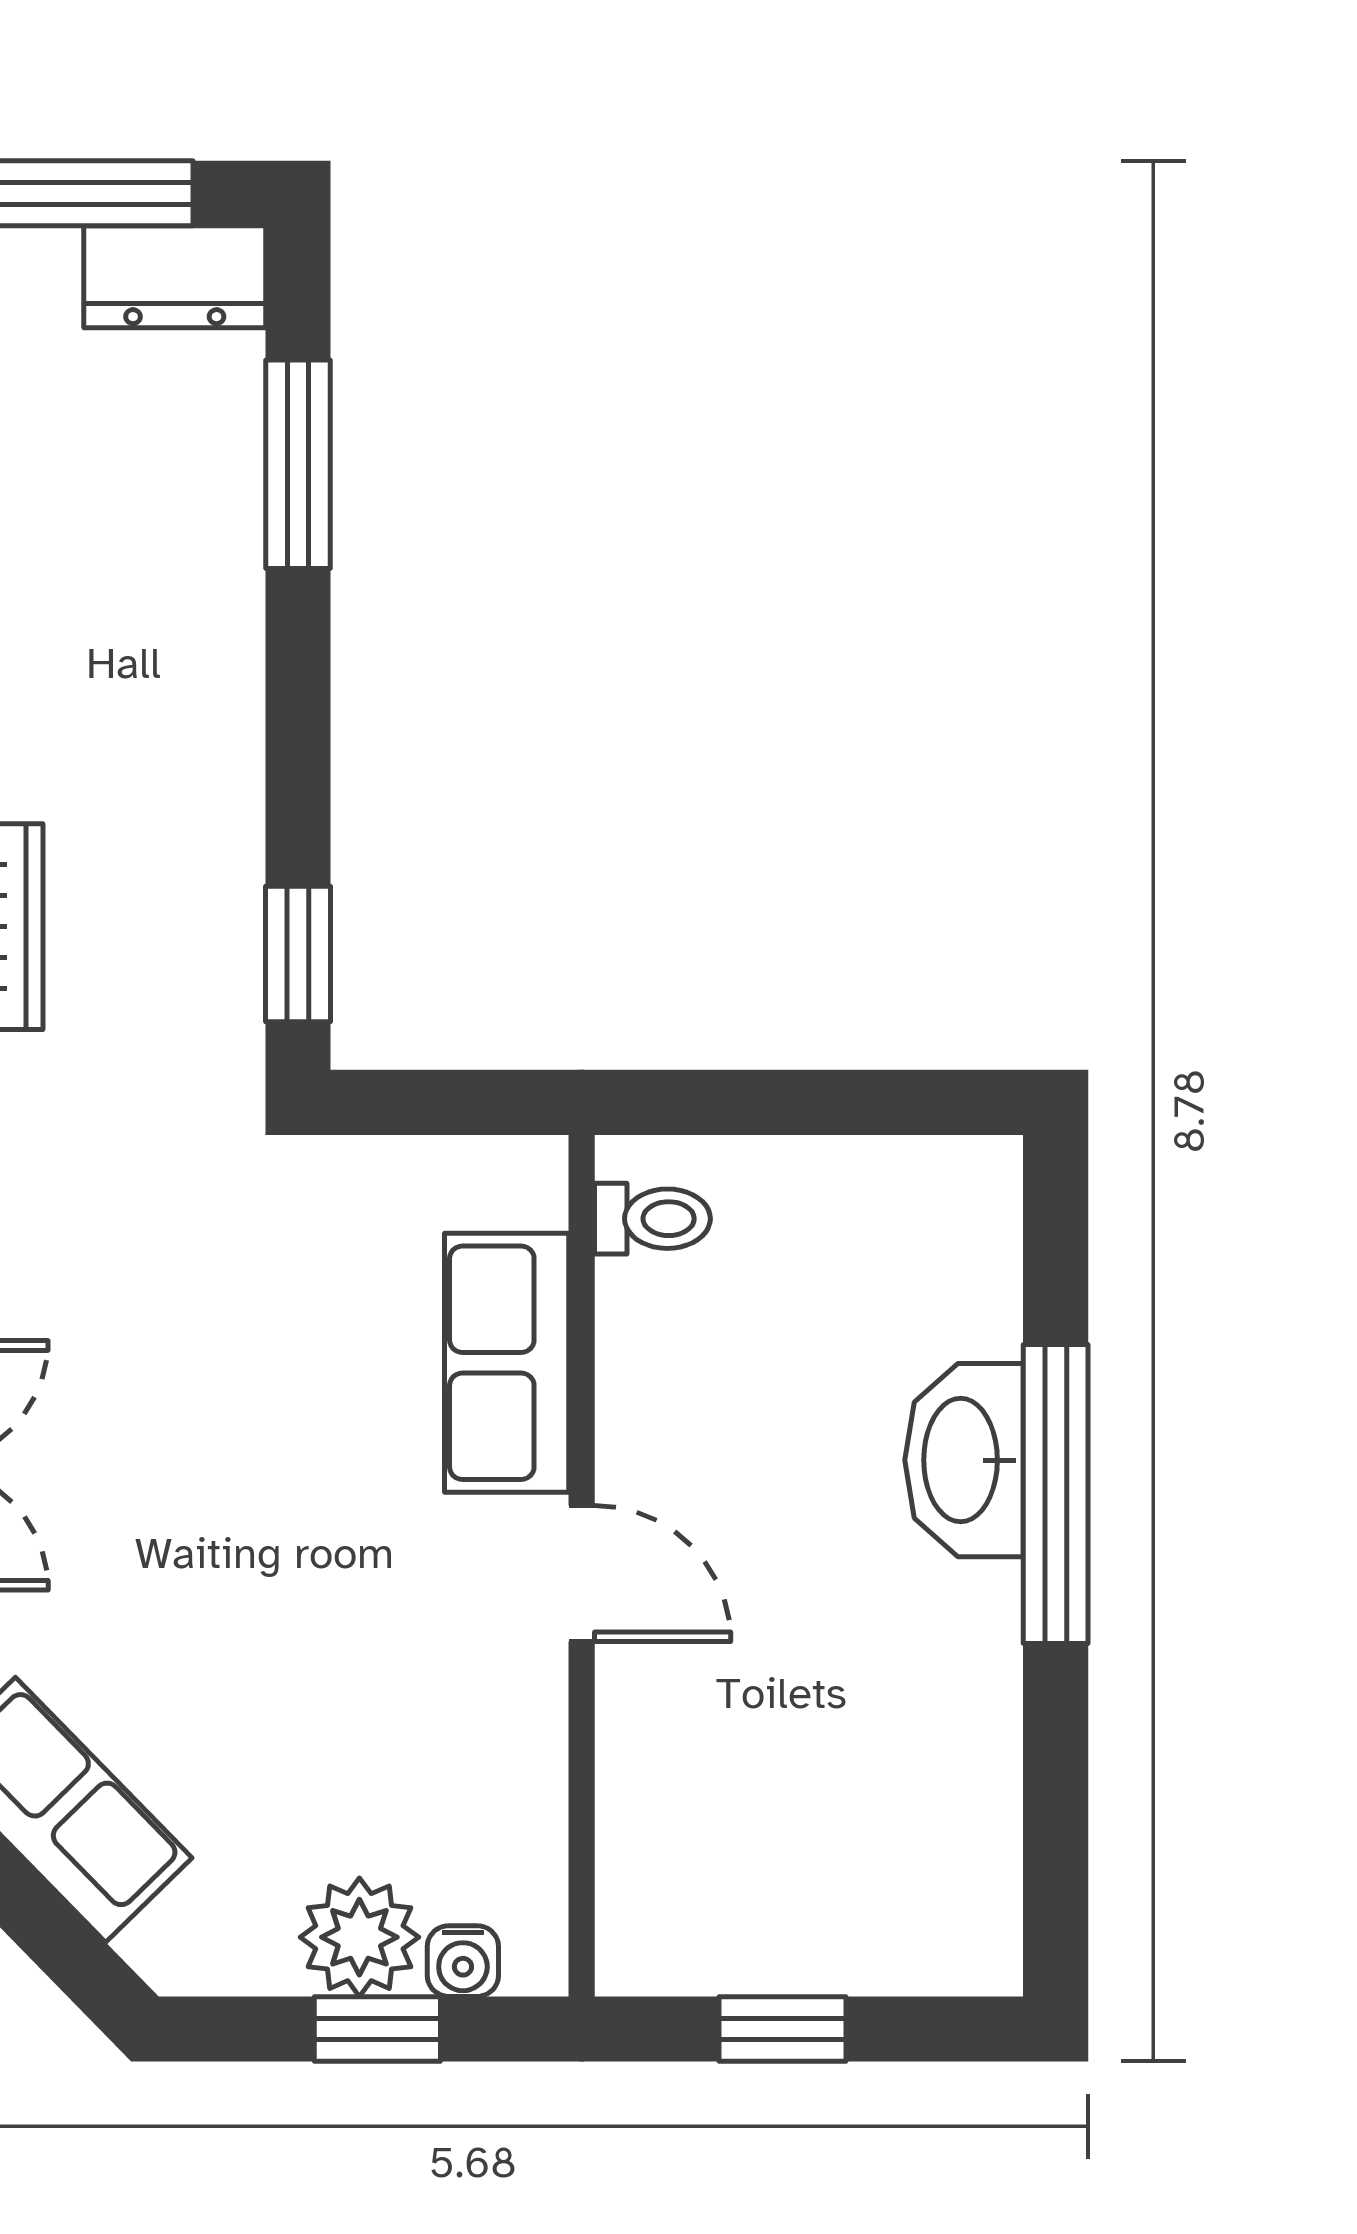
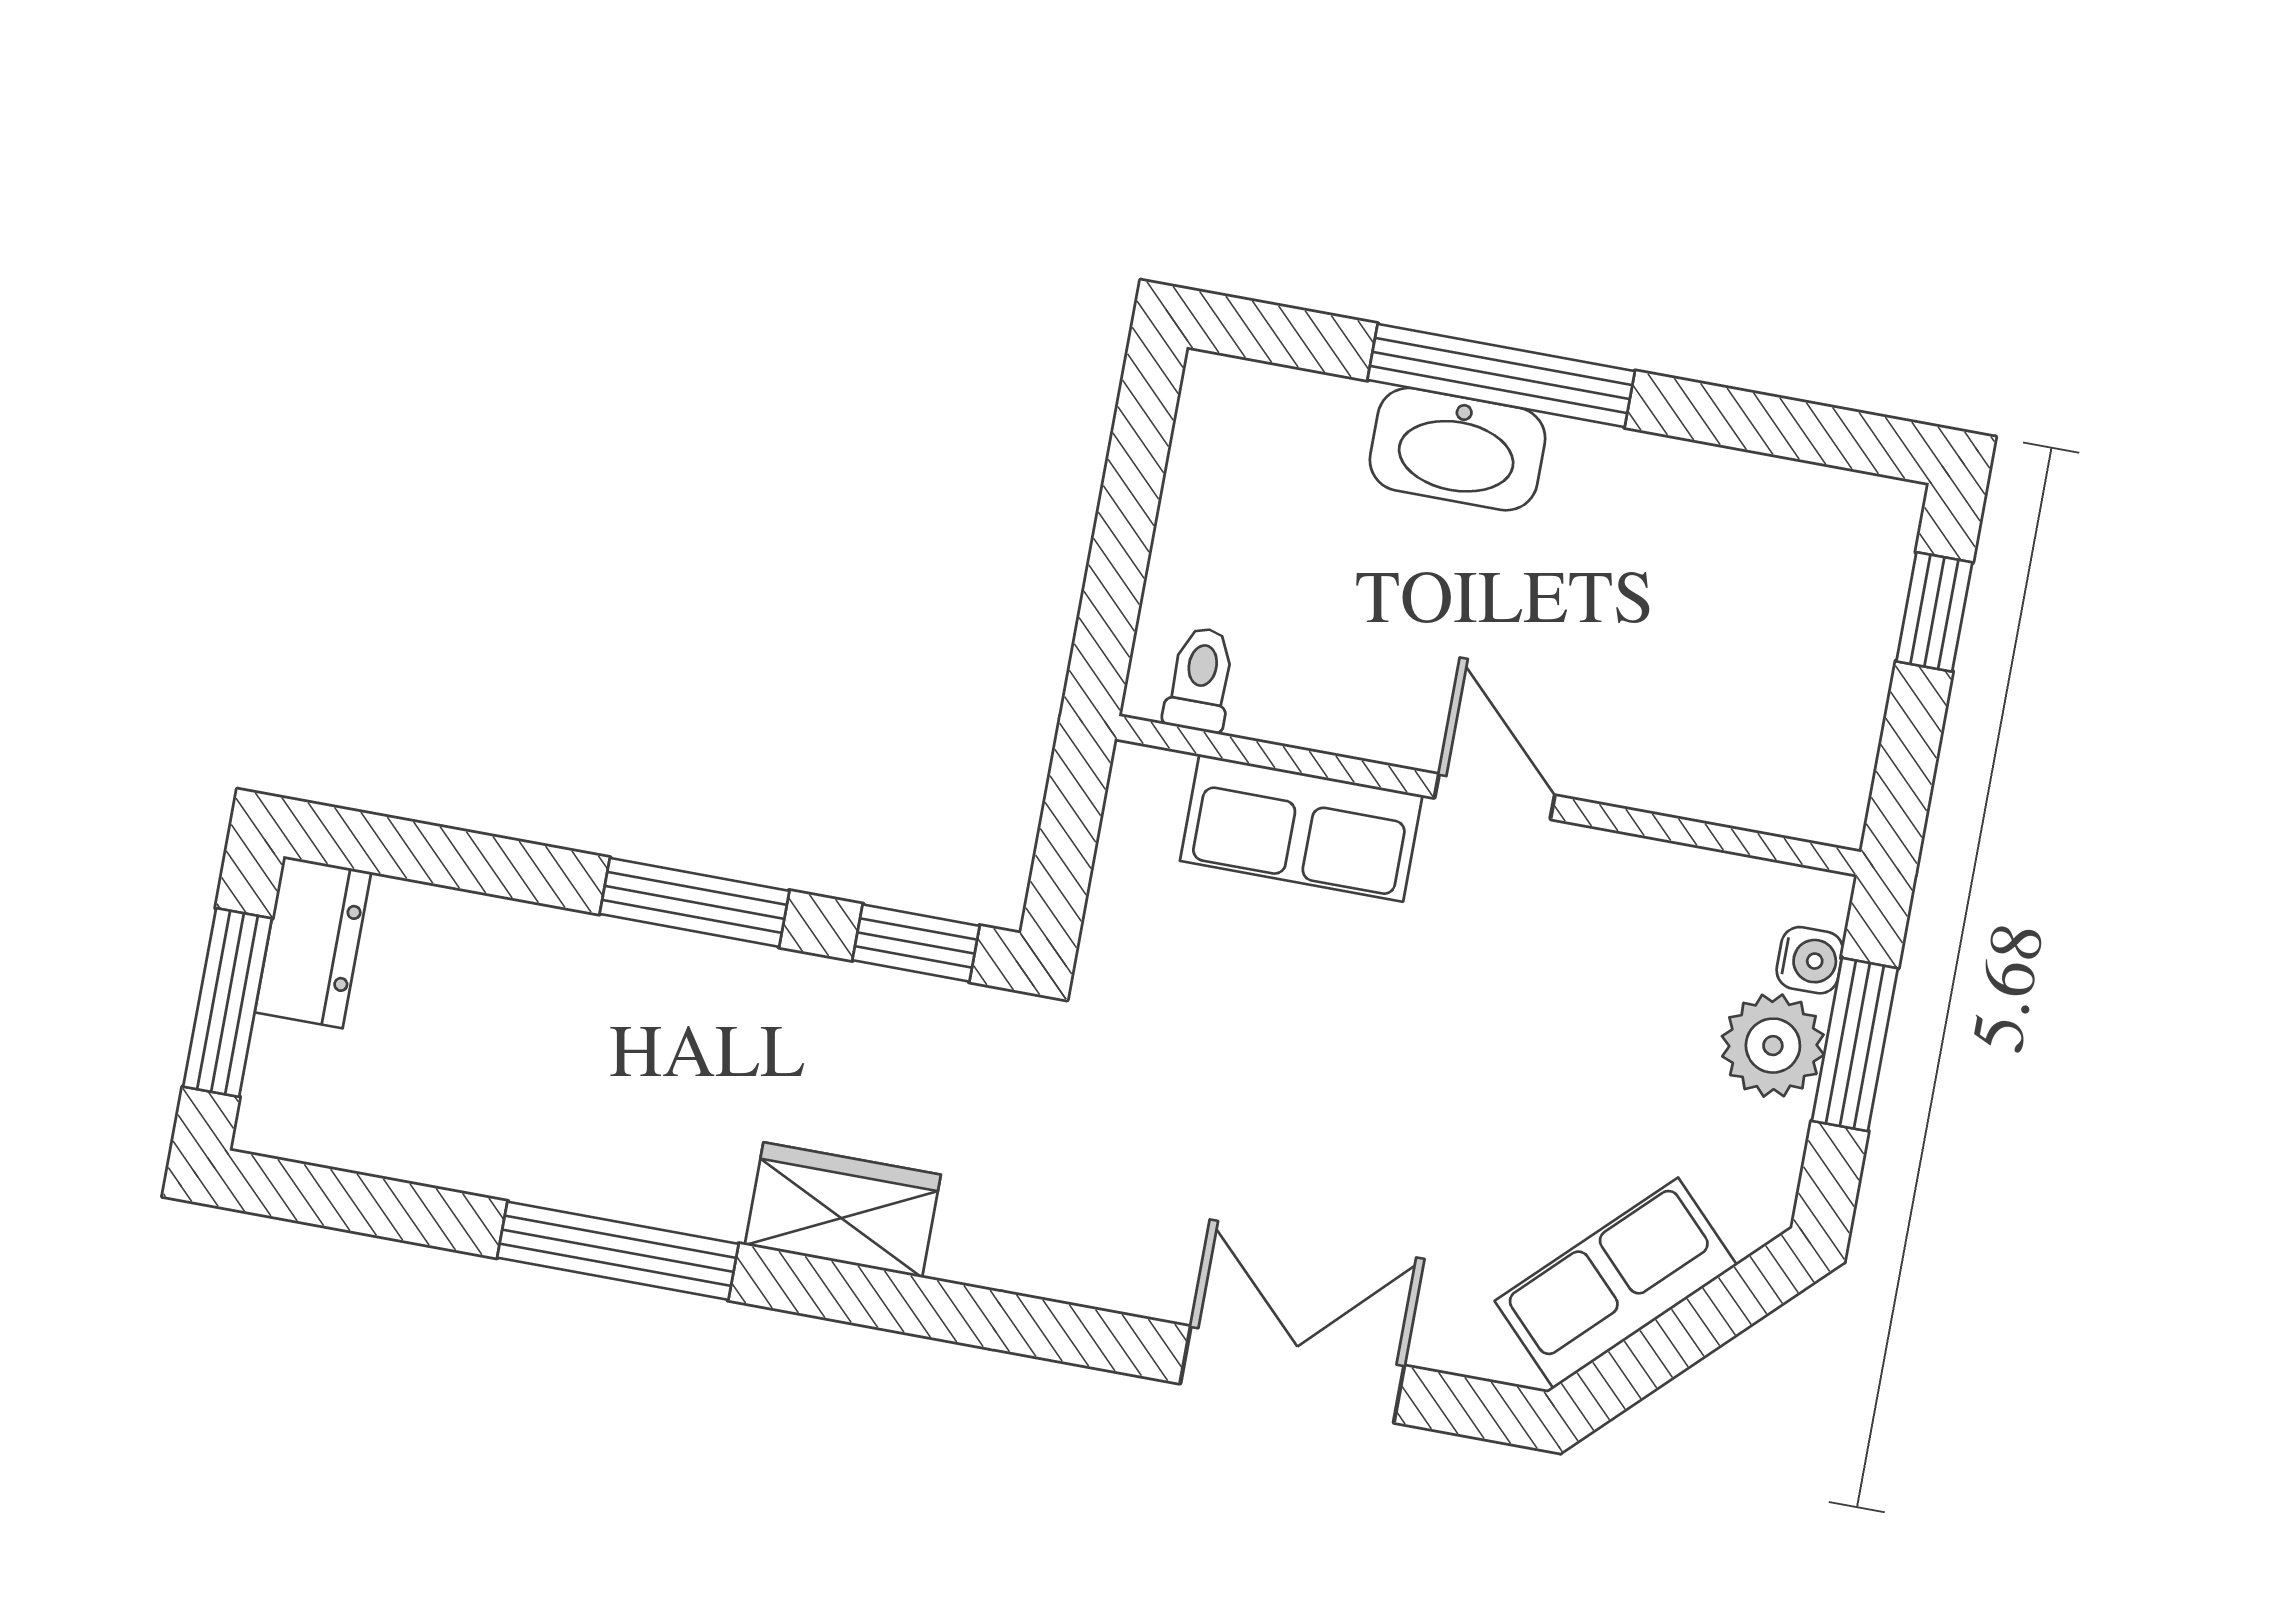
window: (298, 464) -> (694, 902), moved
door: (582, 1573) -> (1495, 797), hinge flipped
window: (377, 2029) -> (1855, 1045), width x1.50
window: (782, 2029) -> (1934, 612), moved

